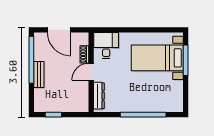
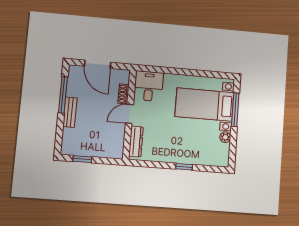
window: (31, 60) -> (63, 95), width x0.68
plant: (178, 86) -> (225, 137), added
window: (143, 115) -> (184, 167), width x0.32

